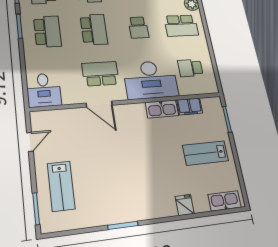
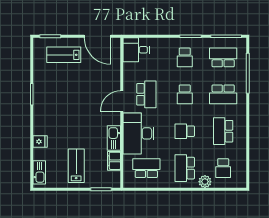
school desk: (94, 29) -> (185, 94), width x0.54
school desk: (47, 32) -> (185, 57), width x0.54
school desk: (190, 68) -> (146, 168), width x1.85
door: (99, 104) -> (122, 101), moved
door: (30, 142) -> (97, 36), width x1.88

